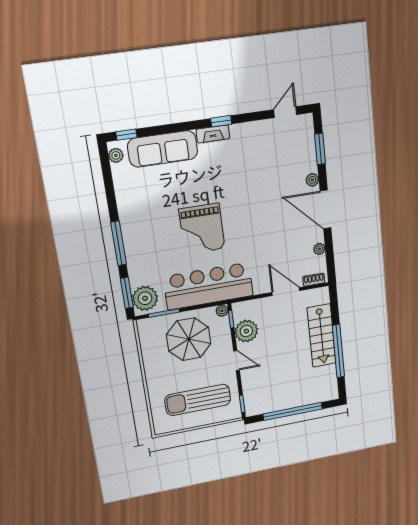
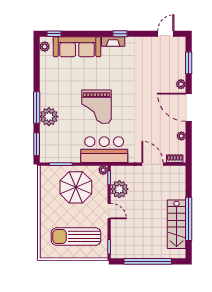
bar counter: (208, 286) -> (104, 150), width x0.73
plant: (145, 298) -> (49, 117), moved
stairs: (322, 336) -> (177, 224), moved

